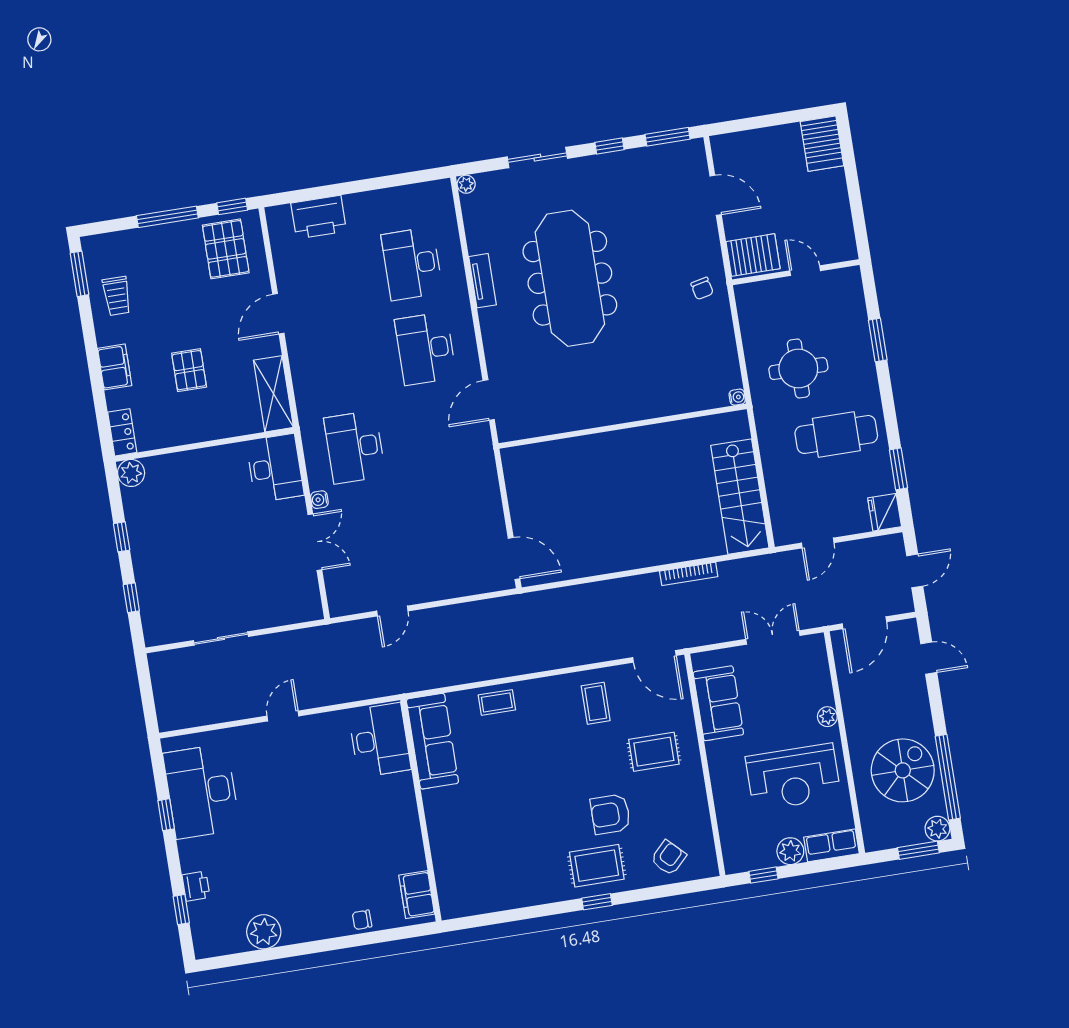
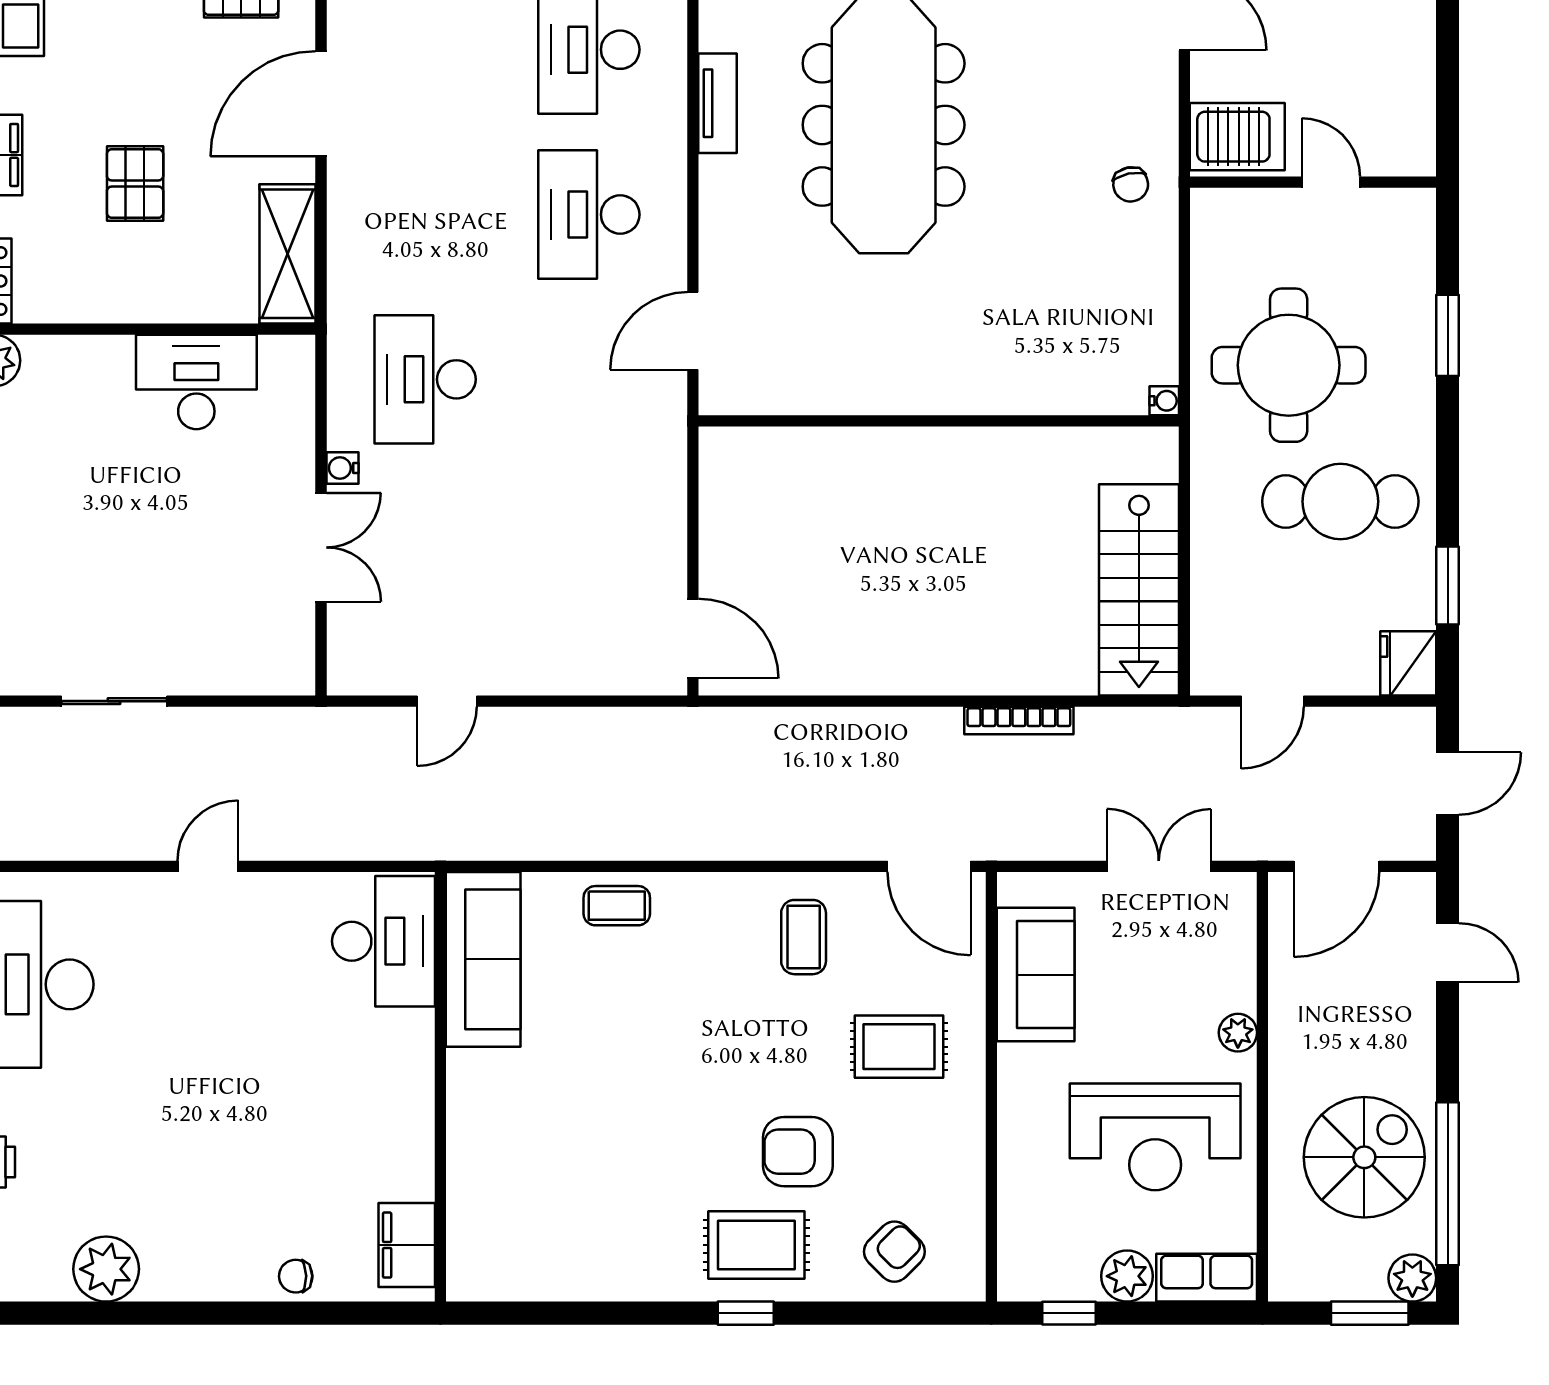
door: (278, 314) -> (321, 104), width x1.36
round table: (798, 369) -> (1289, 365), width x1.36, depth x1.36
desk: (275, 468) -> (196, 382), moved, turned -90

